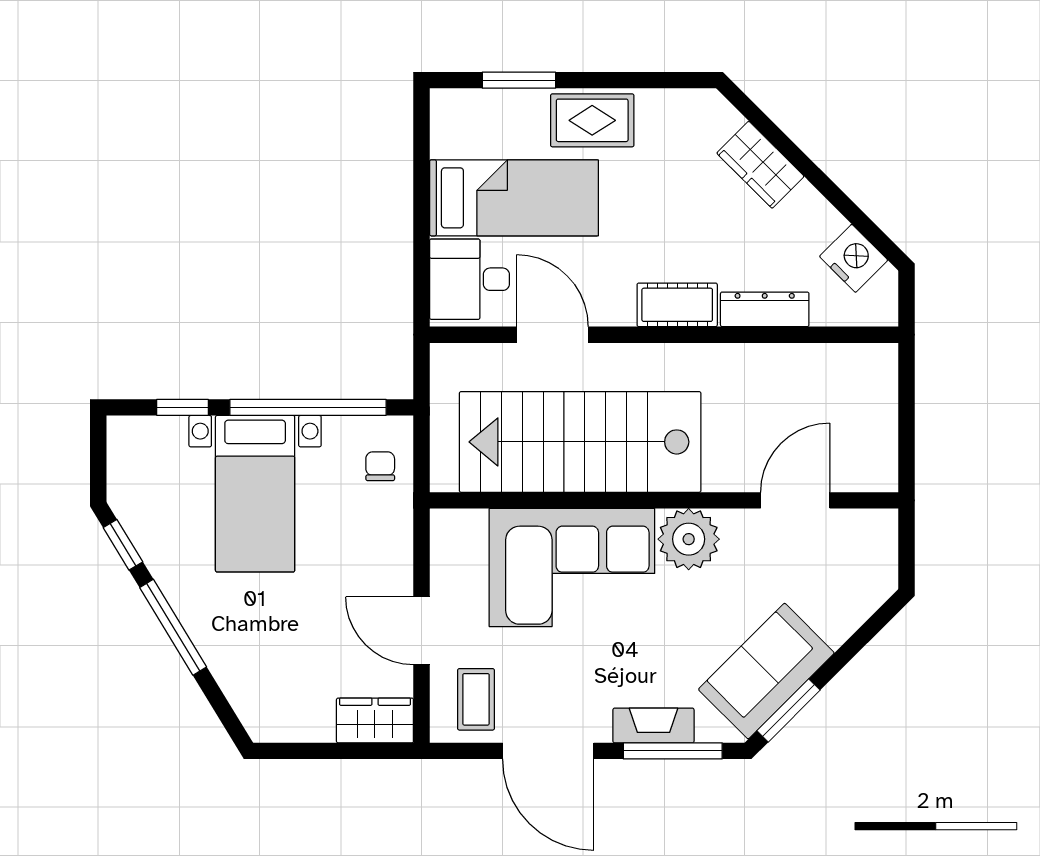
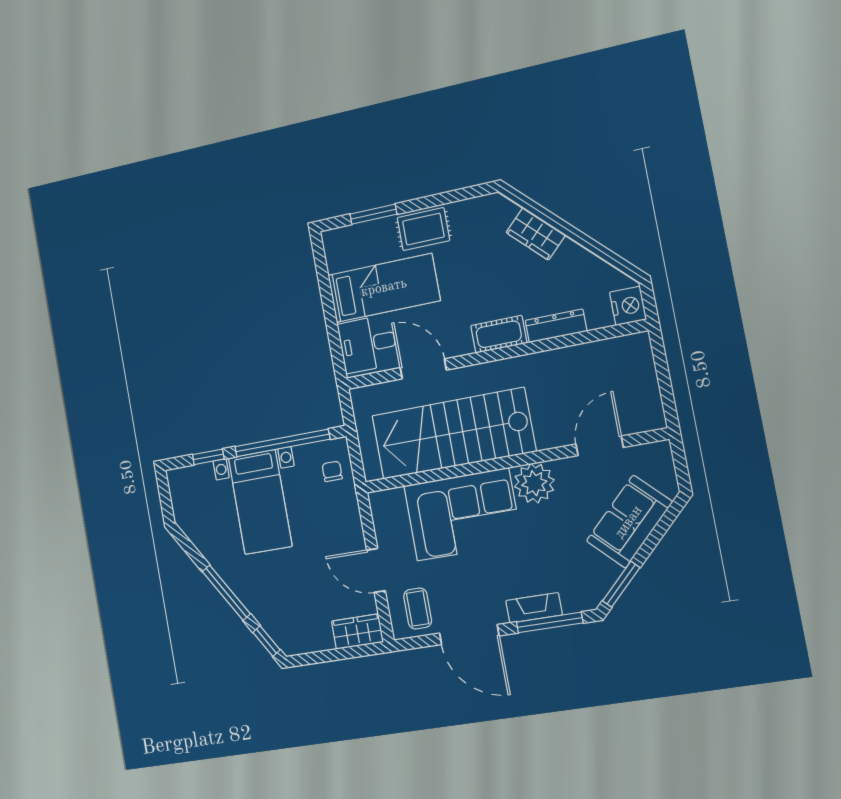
nightstand: (854, 258) -> (628, 306), moved, turned 45
window: (123, 545) -> (266, 641), moved
sofa: (766, 671) -> (629, 522), moved

